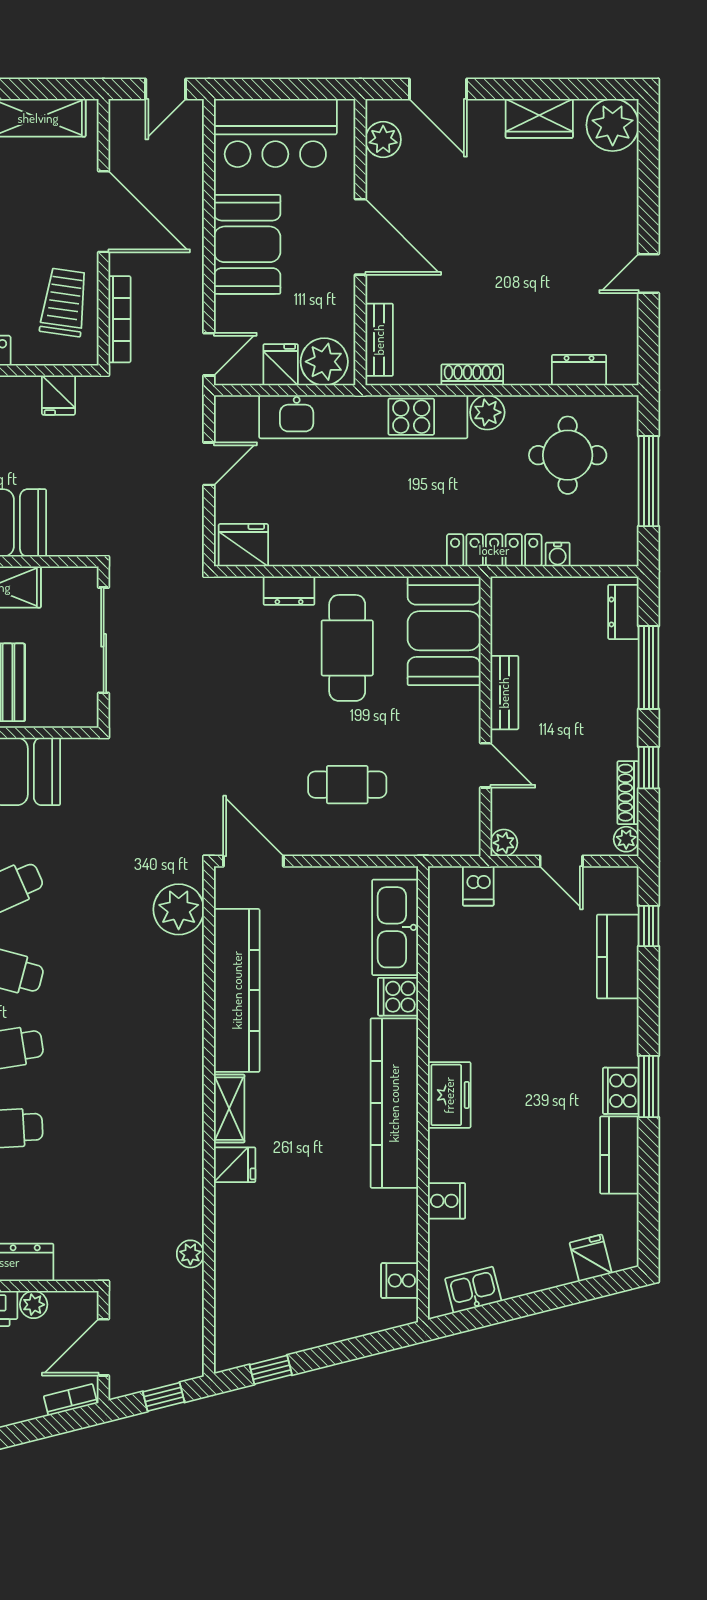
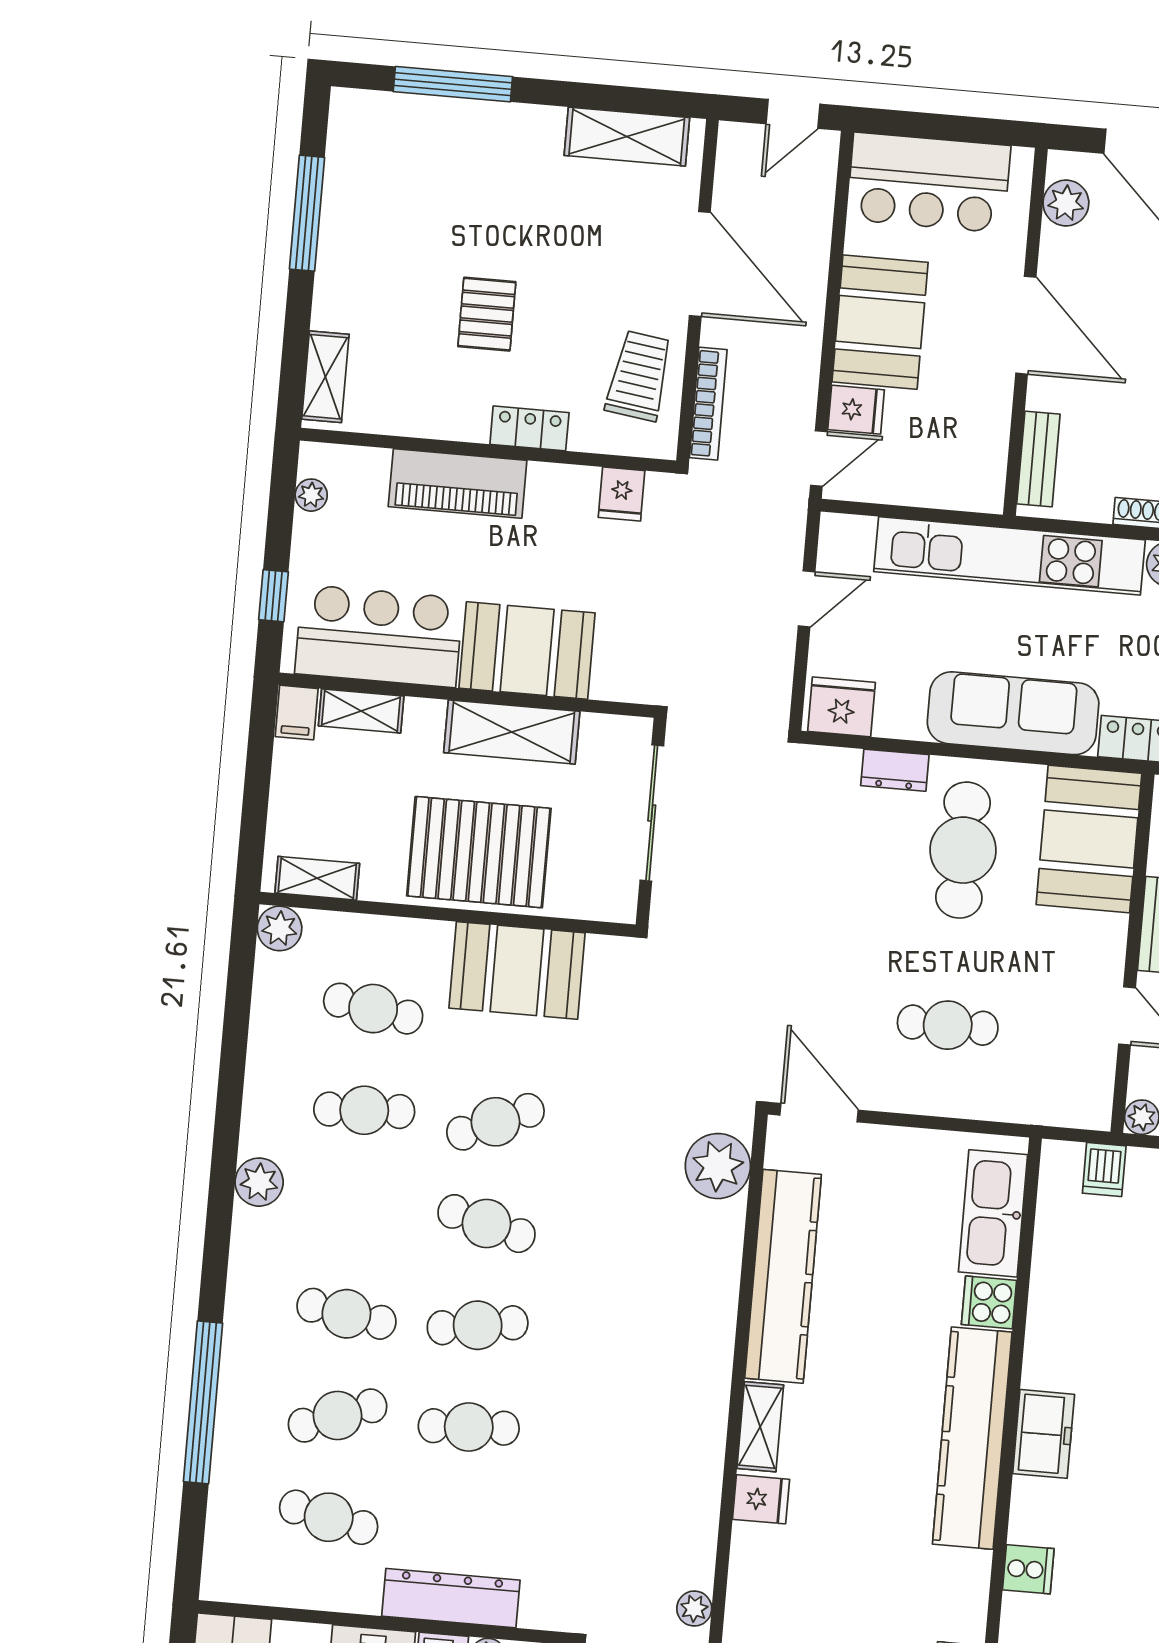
plant: (324, 362) -> (966, 481), removed
fridge: (281, 365) -> (856, 410), moved, turned 90
sofa: (377, 538) -> (1013, 713), added

